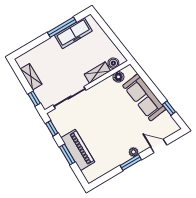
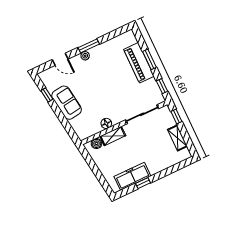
window: (62, 27) -> (143, 183), width x0.46
floor lamp: (118, 77) -> (106, 123), moved
sofa: (144, 97) -> (67, 103), width x0.73

